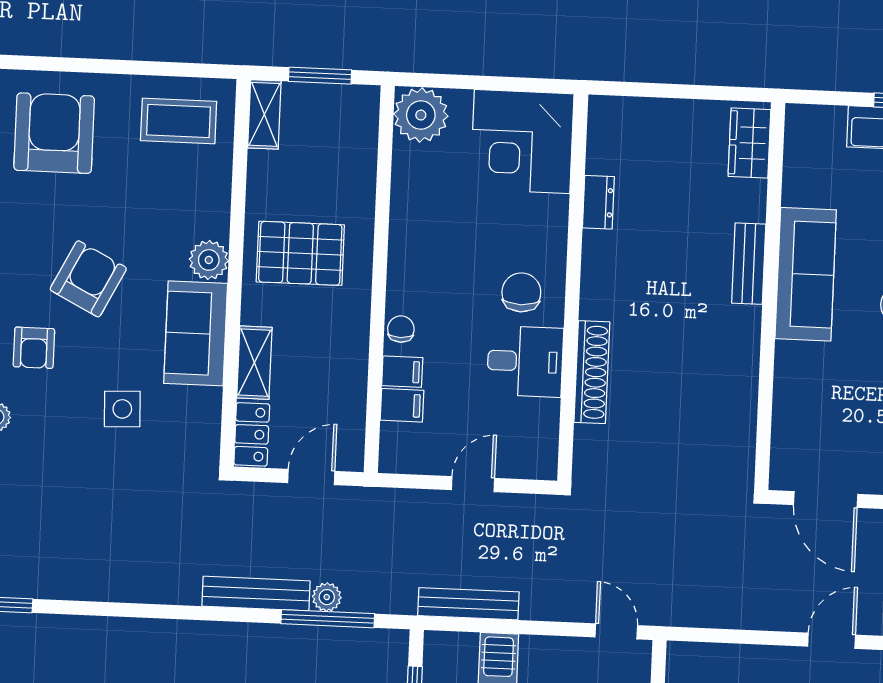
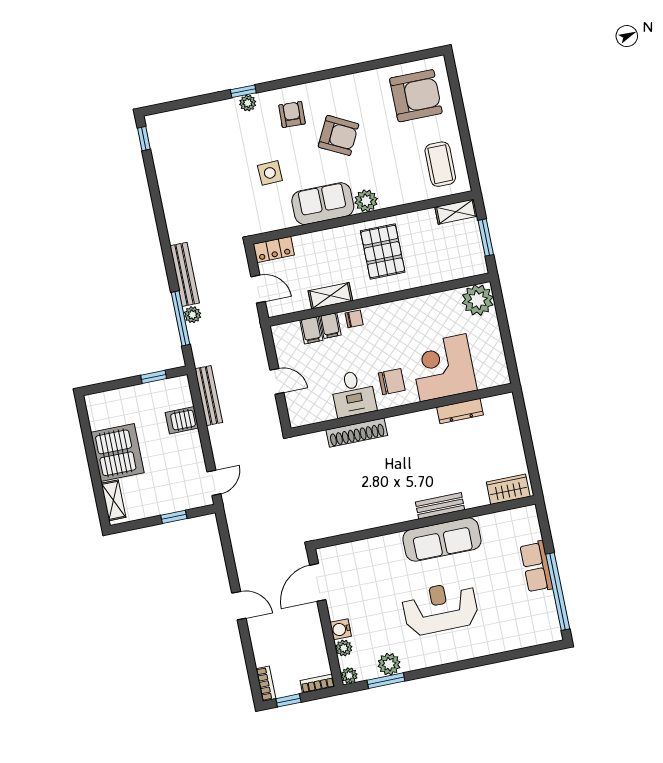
corner desk: (522, 141) -> (443, 368), moved
dresser: (598, 202) -> (460, 411), width x1.44
armchair: (34, 348) -> (292, 114), turned 92
shelving: (254, 363) -> (330, 296), moved

